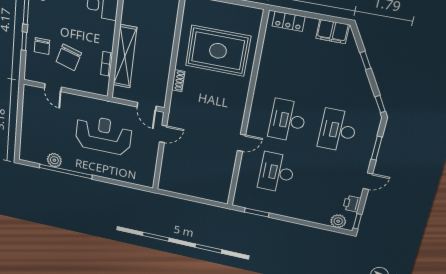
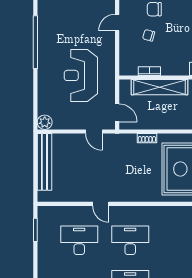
chair: (69, 57) -> (149, 35), width x0.54, depth x0.54
door: (147, 106) -> (117, 113), swing flipped
reception desk: (103, 135) -> (81, 75), turned 180
plant: (54, 160) -> (45, 122), moved
bench: (187, 189) -> (44, 162), added

